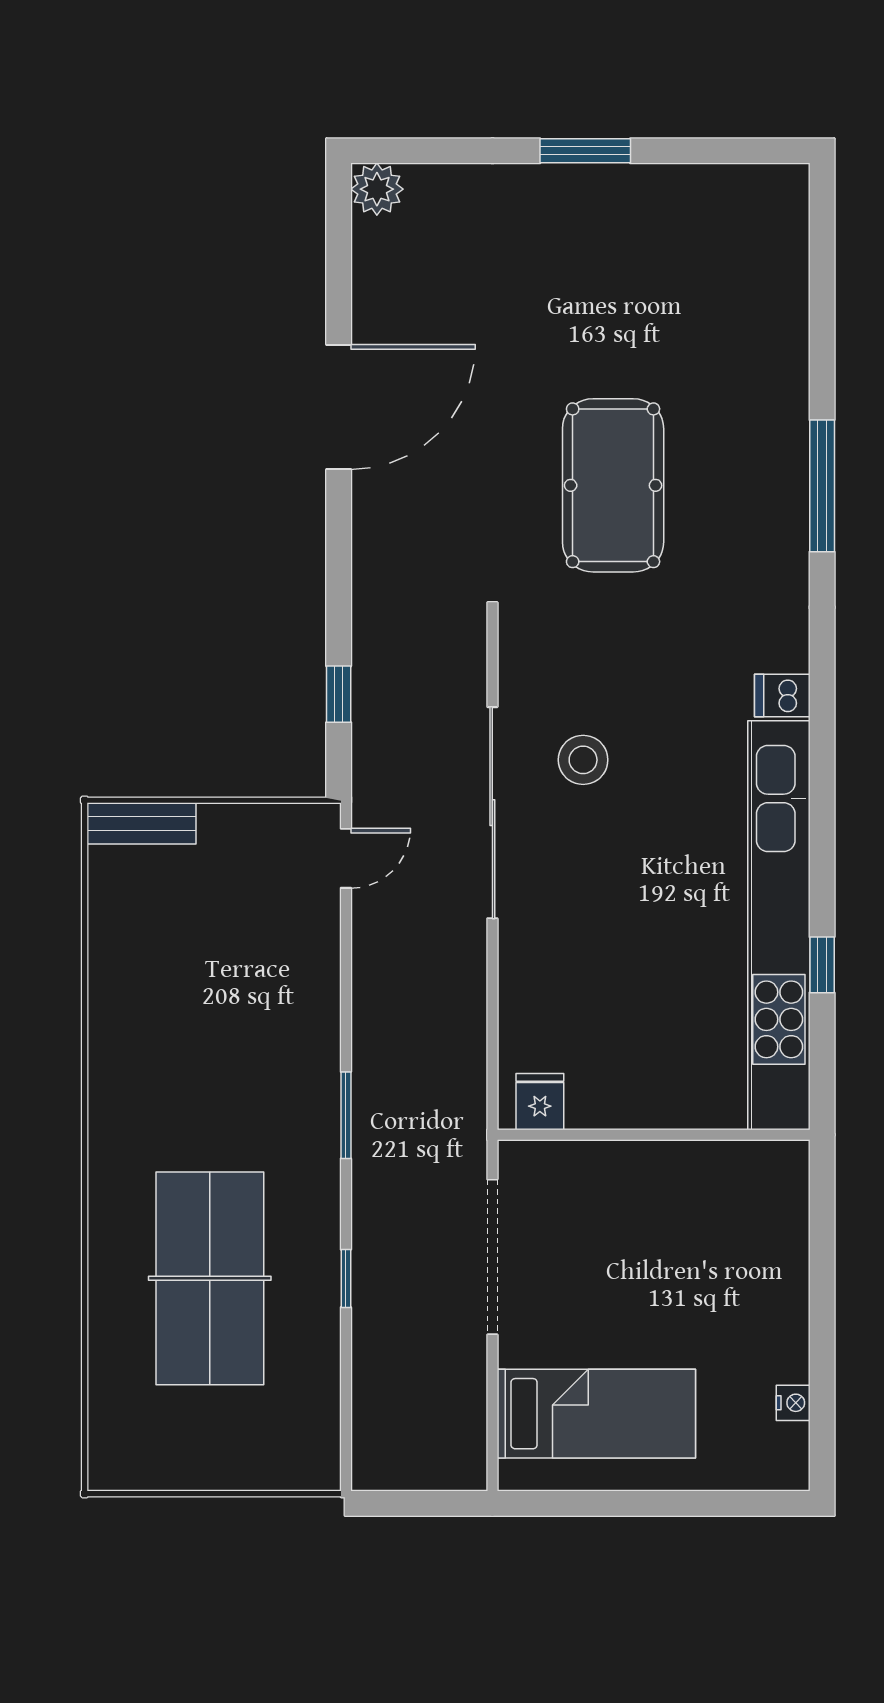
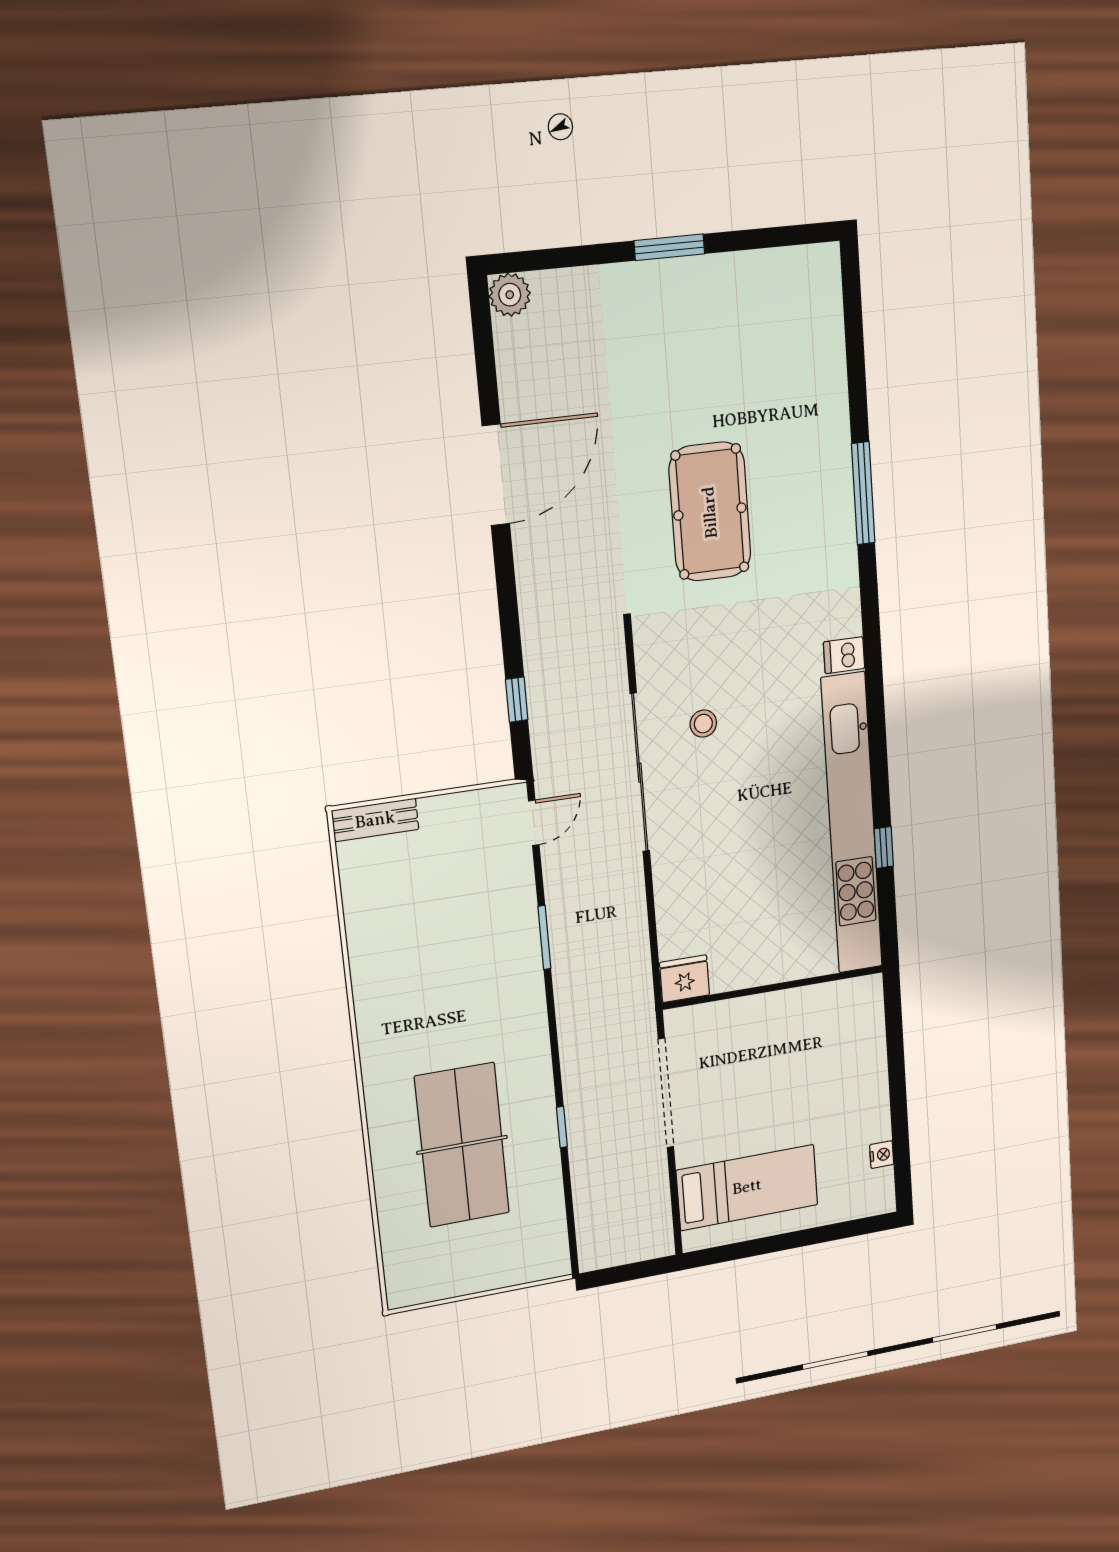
stool: (583, 760) -> (703, 724), width x0.73, depth x0.73
fridge: (540, 1102) -> (685, 979), width x1.38
window: (346, 1115) -> (544, 937), moved

